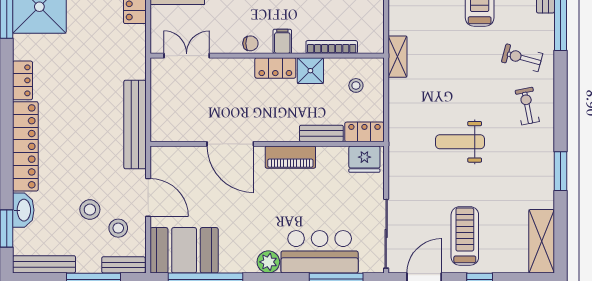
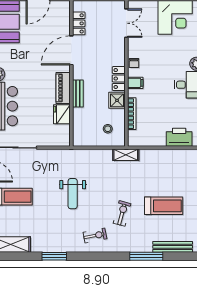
exercise bike: (522, 58) -> (122, 213), moved
locker: (364, 132) -> (79, 23), moved
bench: (321, 133) -> (78, 93), moved
weight bench: (460, 142) -> (73, 194), turned 180
fridge: (364, 159) -> (62, 114), moved

